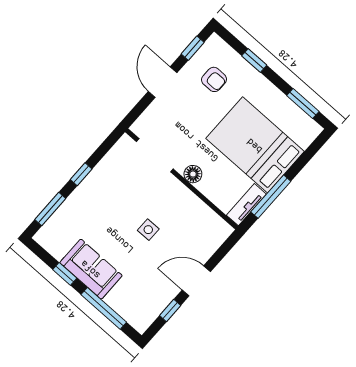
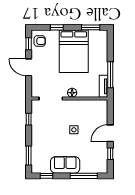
armchair: (214, 79) -> (40, 41), moved
bed: (255, 145) -> (74, 51), moved, turned -90
window: (81, 174) -> (29, 119), moved
window: (65, 274) -> (47, 176), moved

